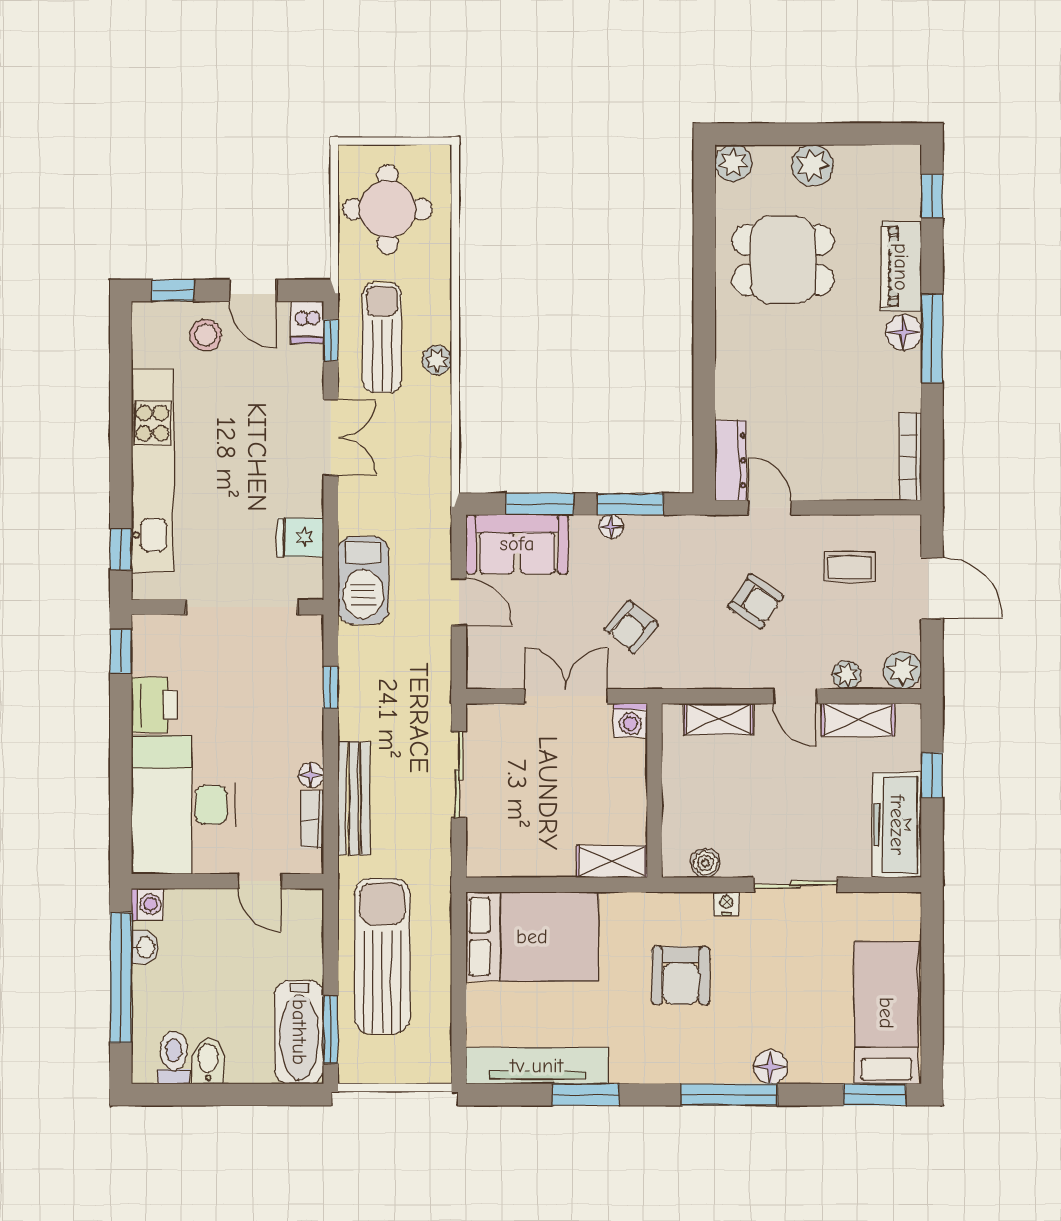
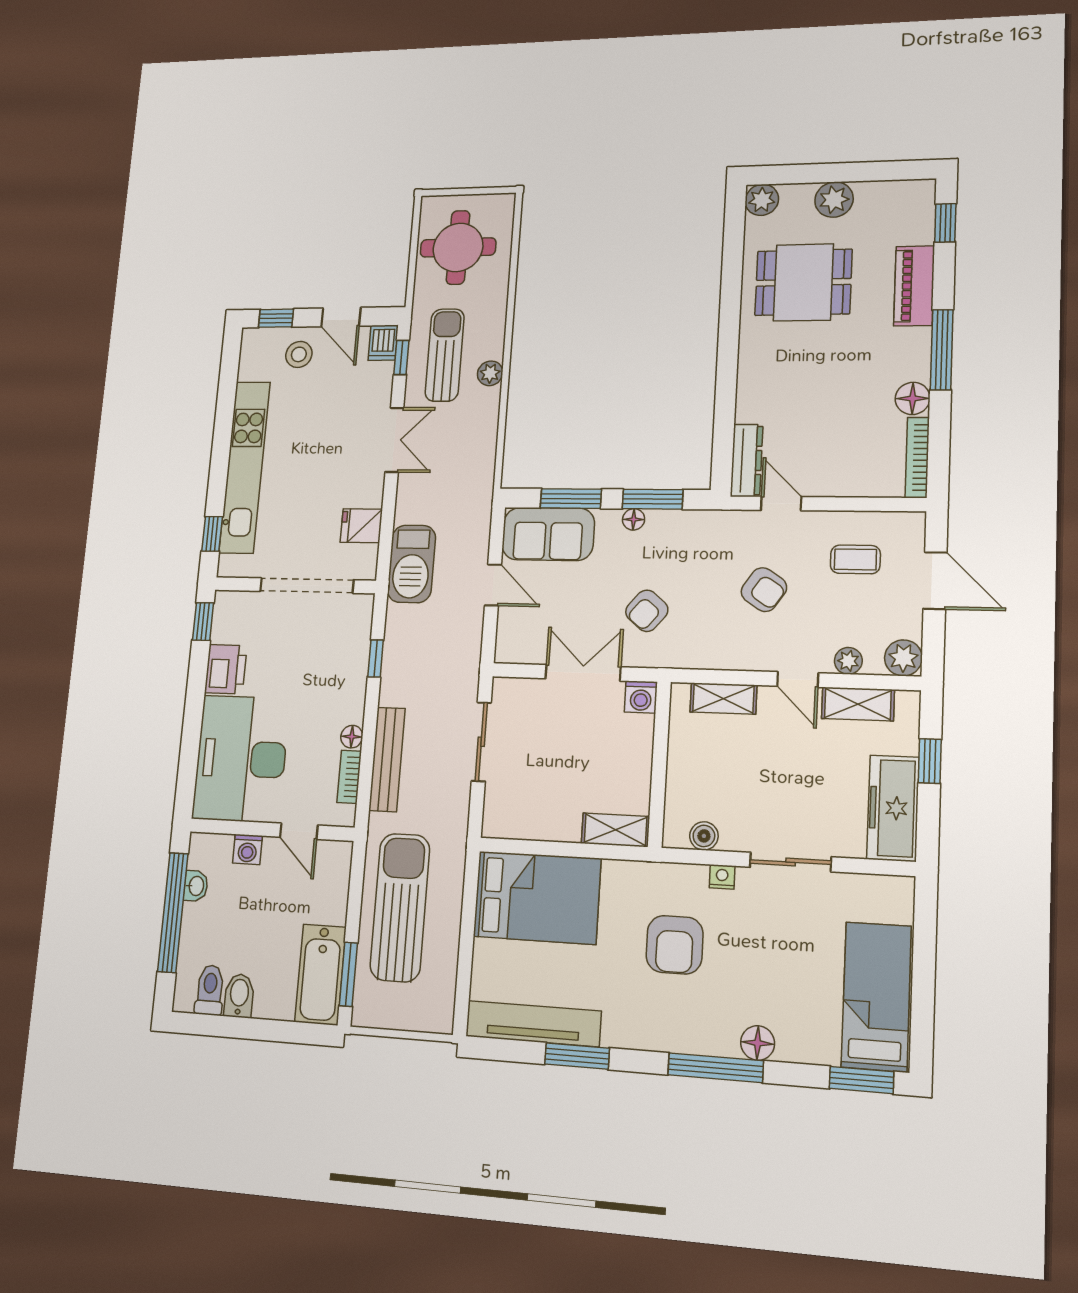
floor lamp: (903, 332) -> (913, 398), moved
washing machine: (147, 904) -> (247, 849), moved, turned 90

